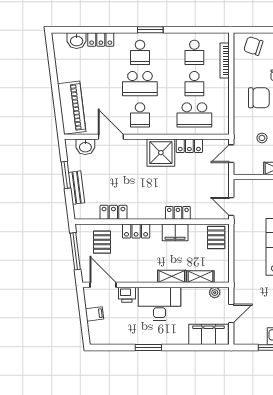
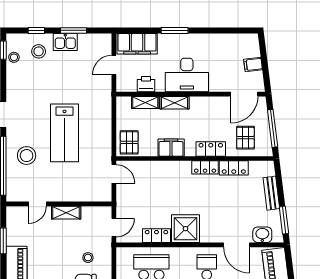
stool: (262, 138) -> (88, 258), moved
window: (66, 175) -> (284, 220), moved
locker: (178, 213) -> (205, 167), moved
door: (103, 285) -> (244, 94), hinge flipped
plant: (215, 293) -> (131, 86), removed
printer: (127, 295) -> (146, 84), moved
window: (148, 347) -> (175, 30), moved

